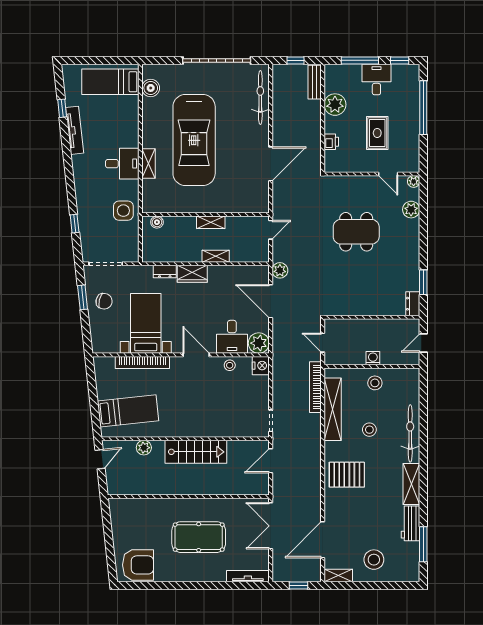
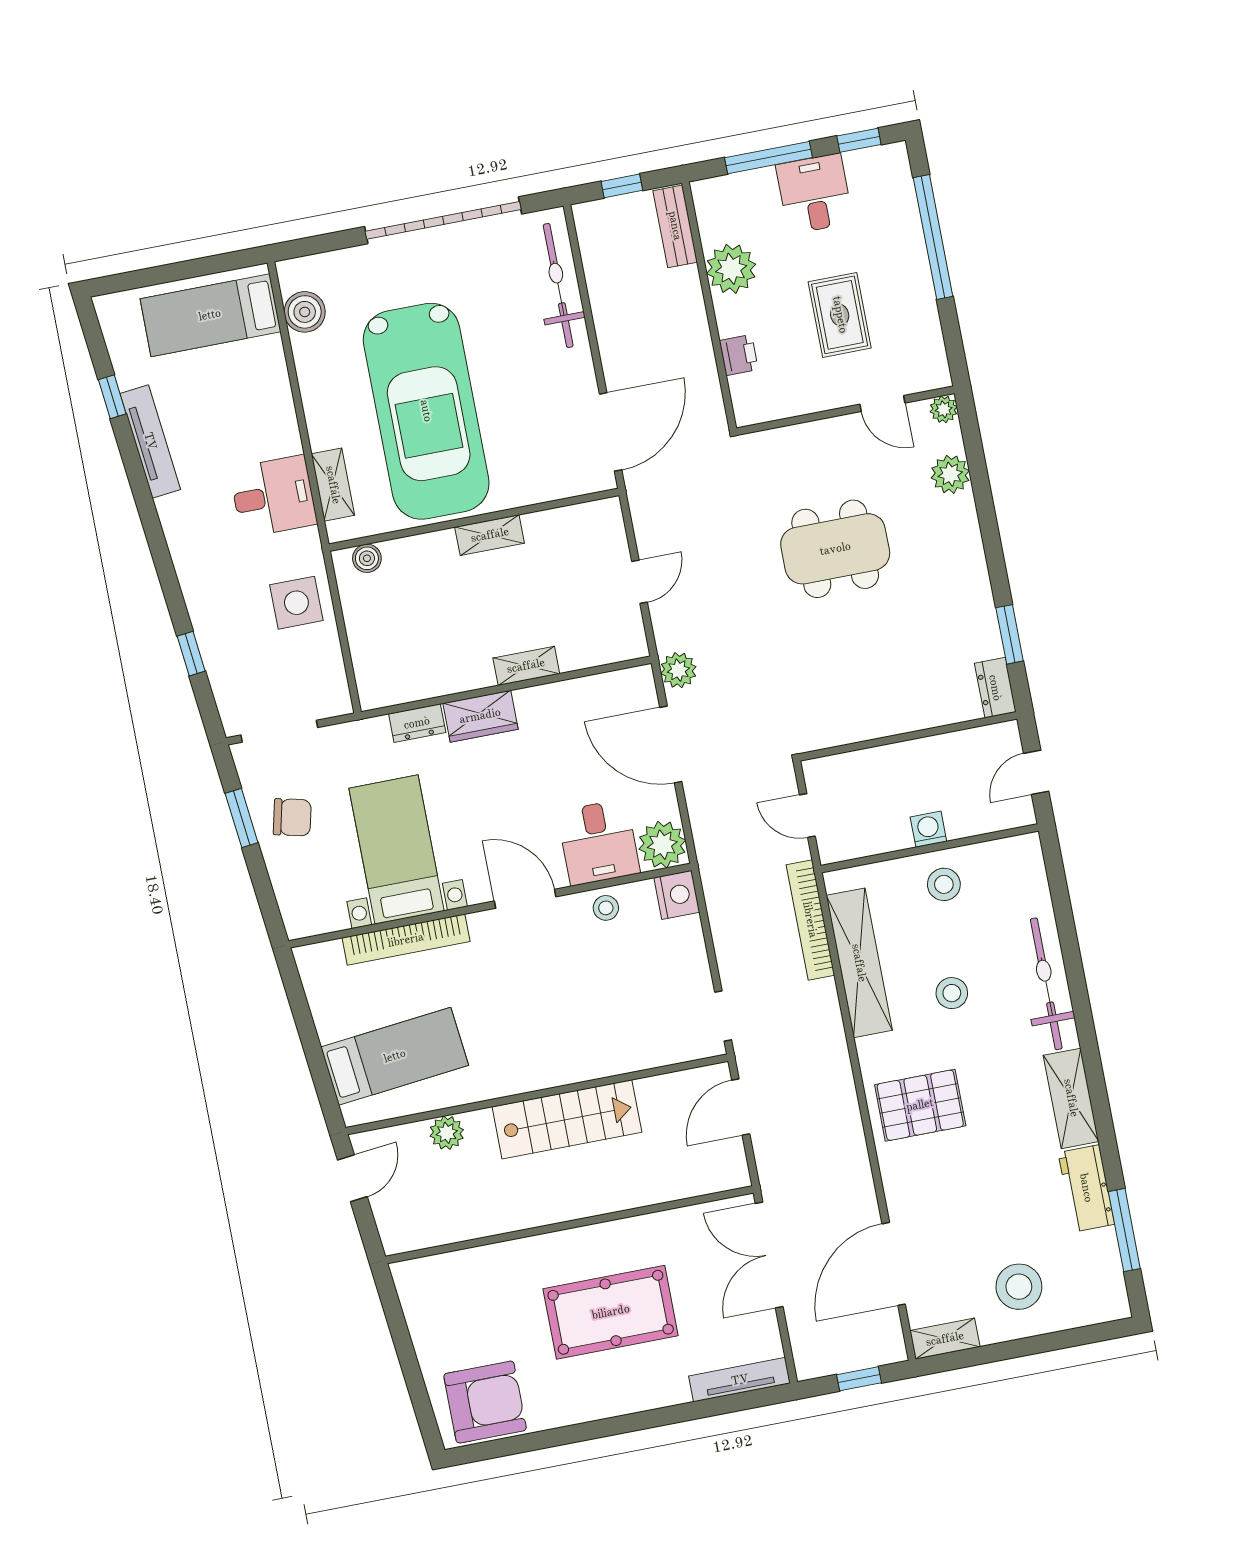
wall: (205, 215) -> (474, 520), moved
boiler: (157, 222) -> (367, 558), moved
shelving: (211, 222) -> (490, 535), moved

